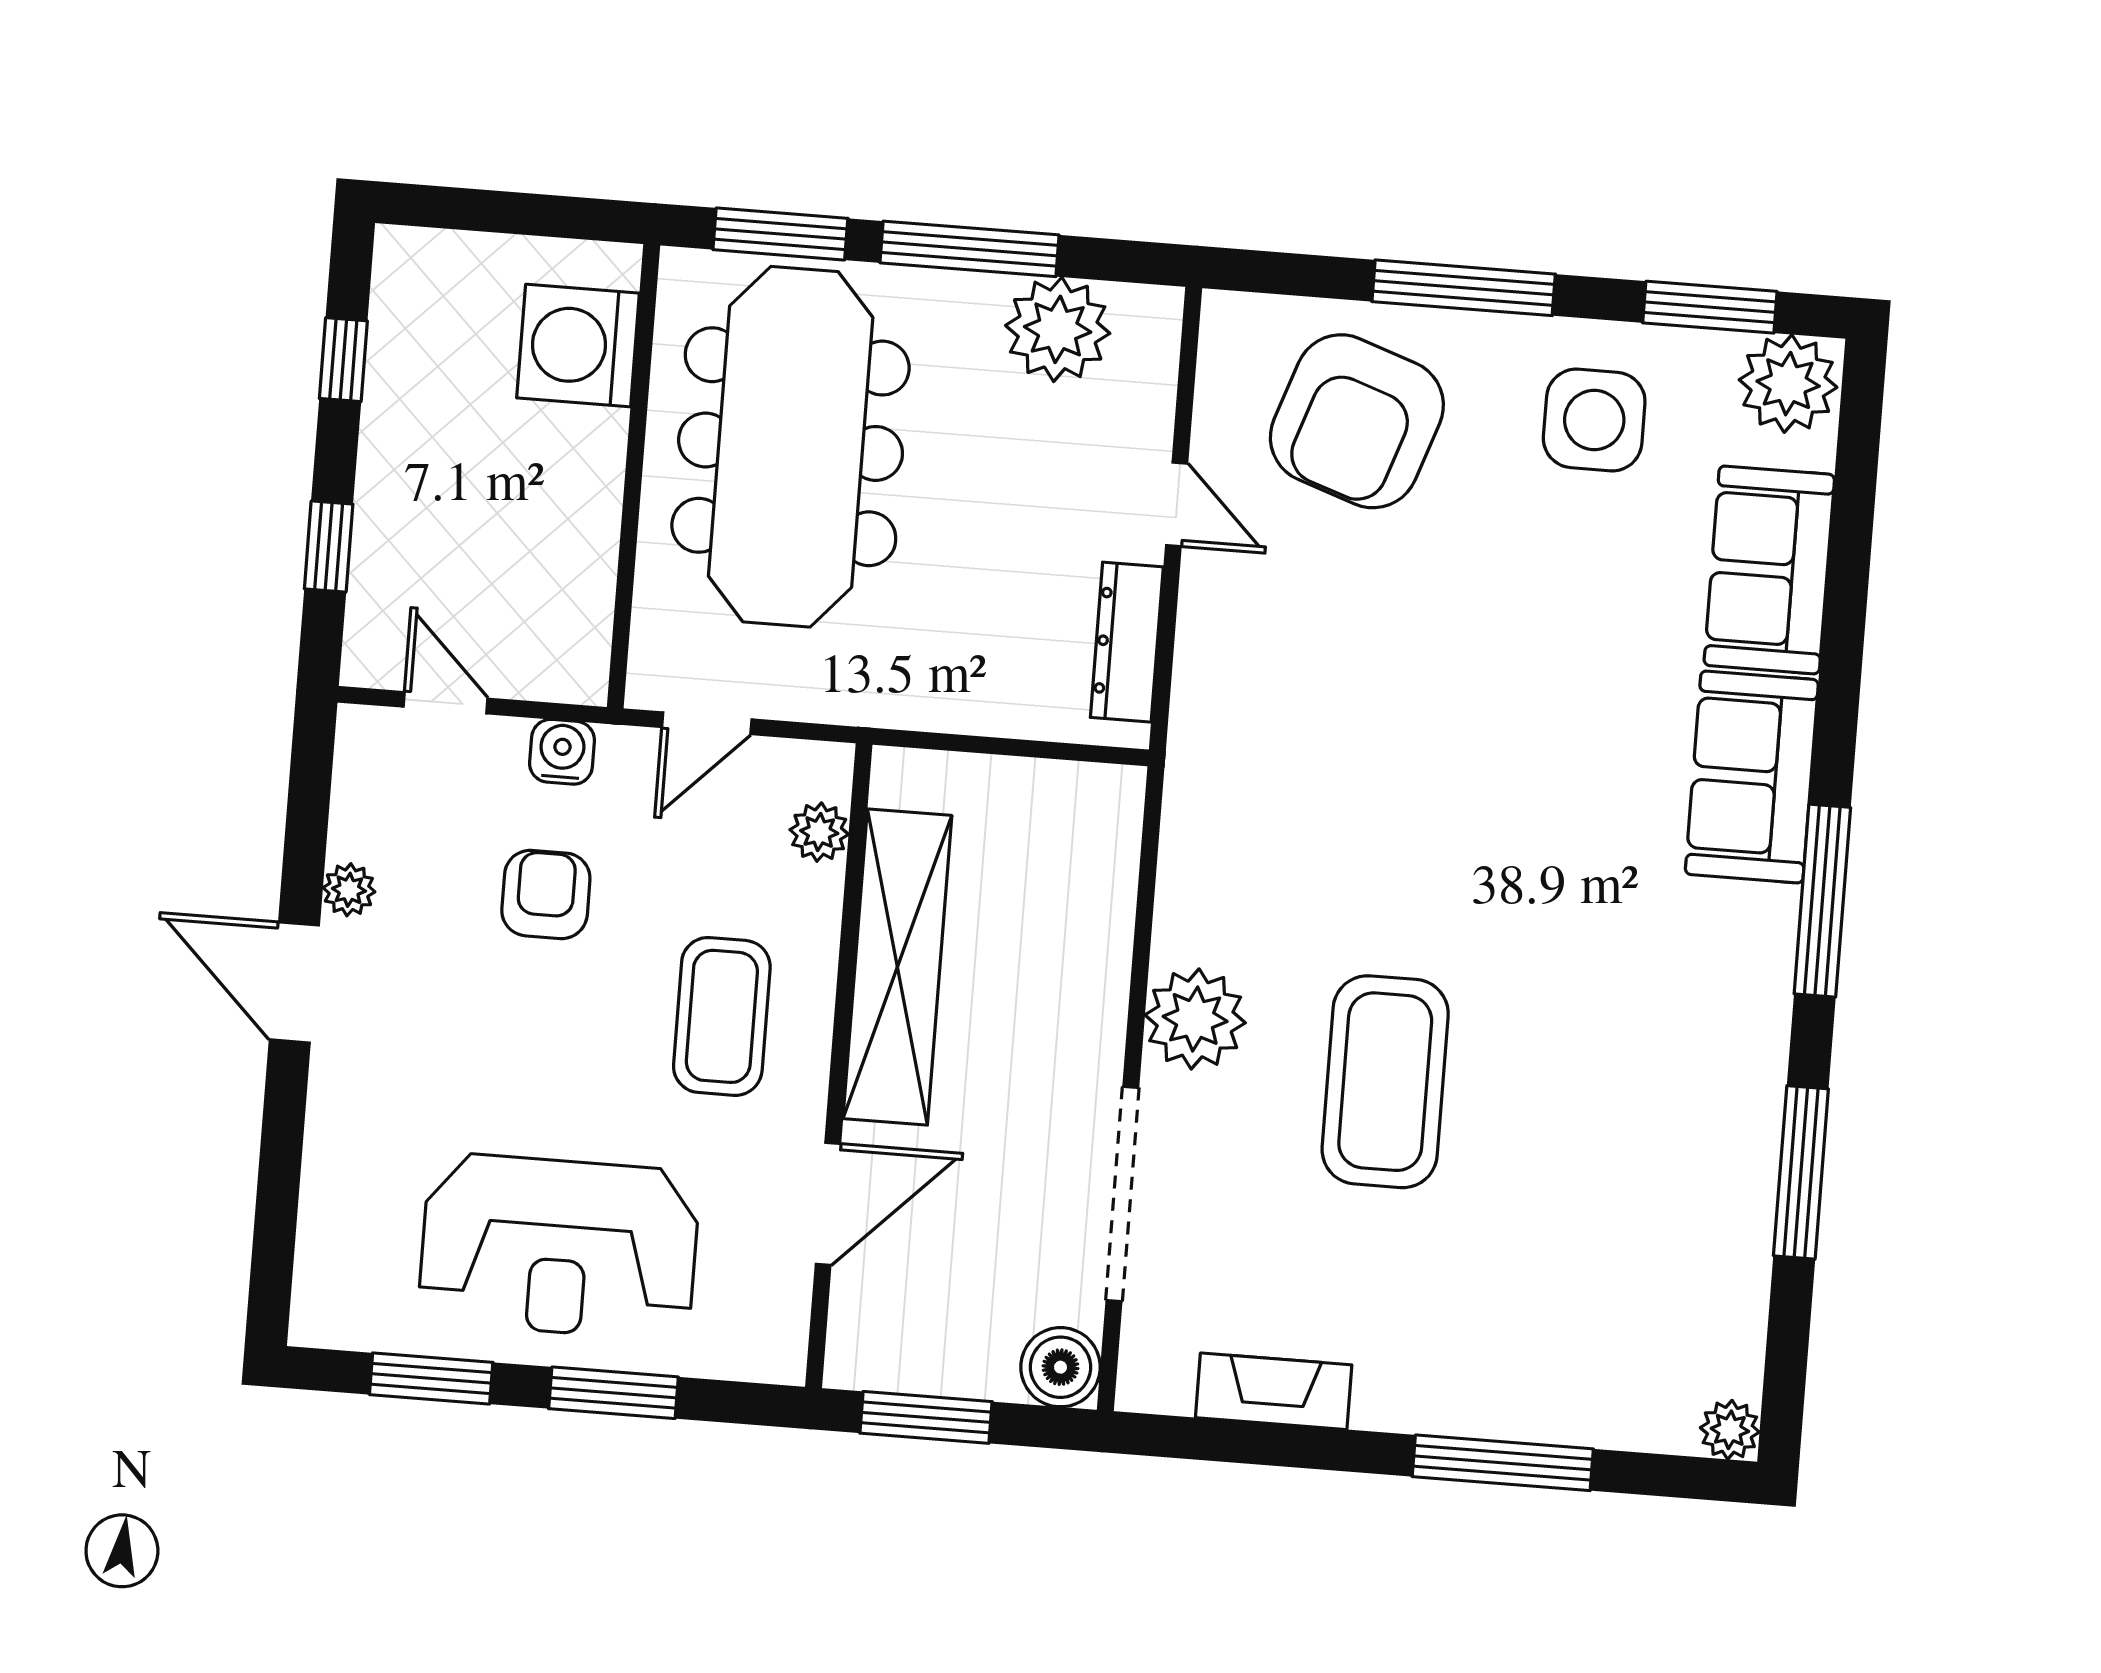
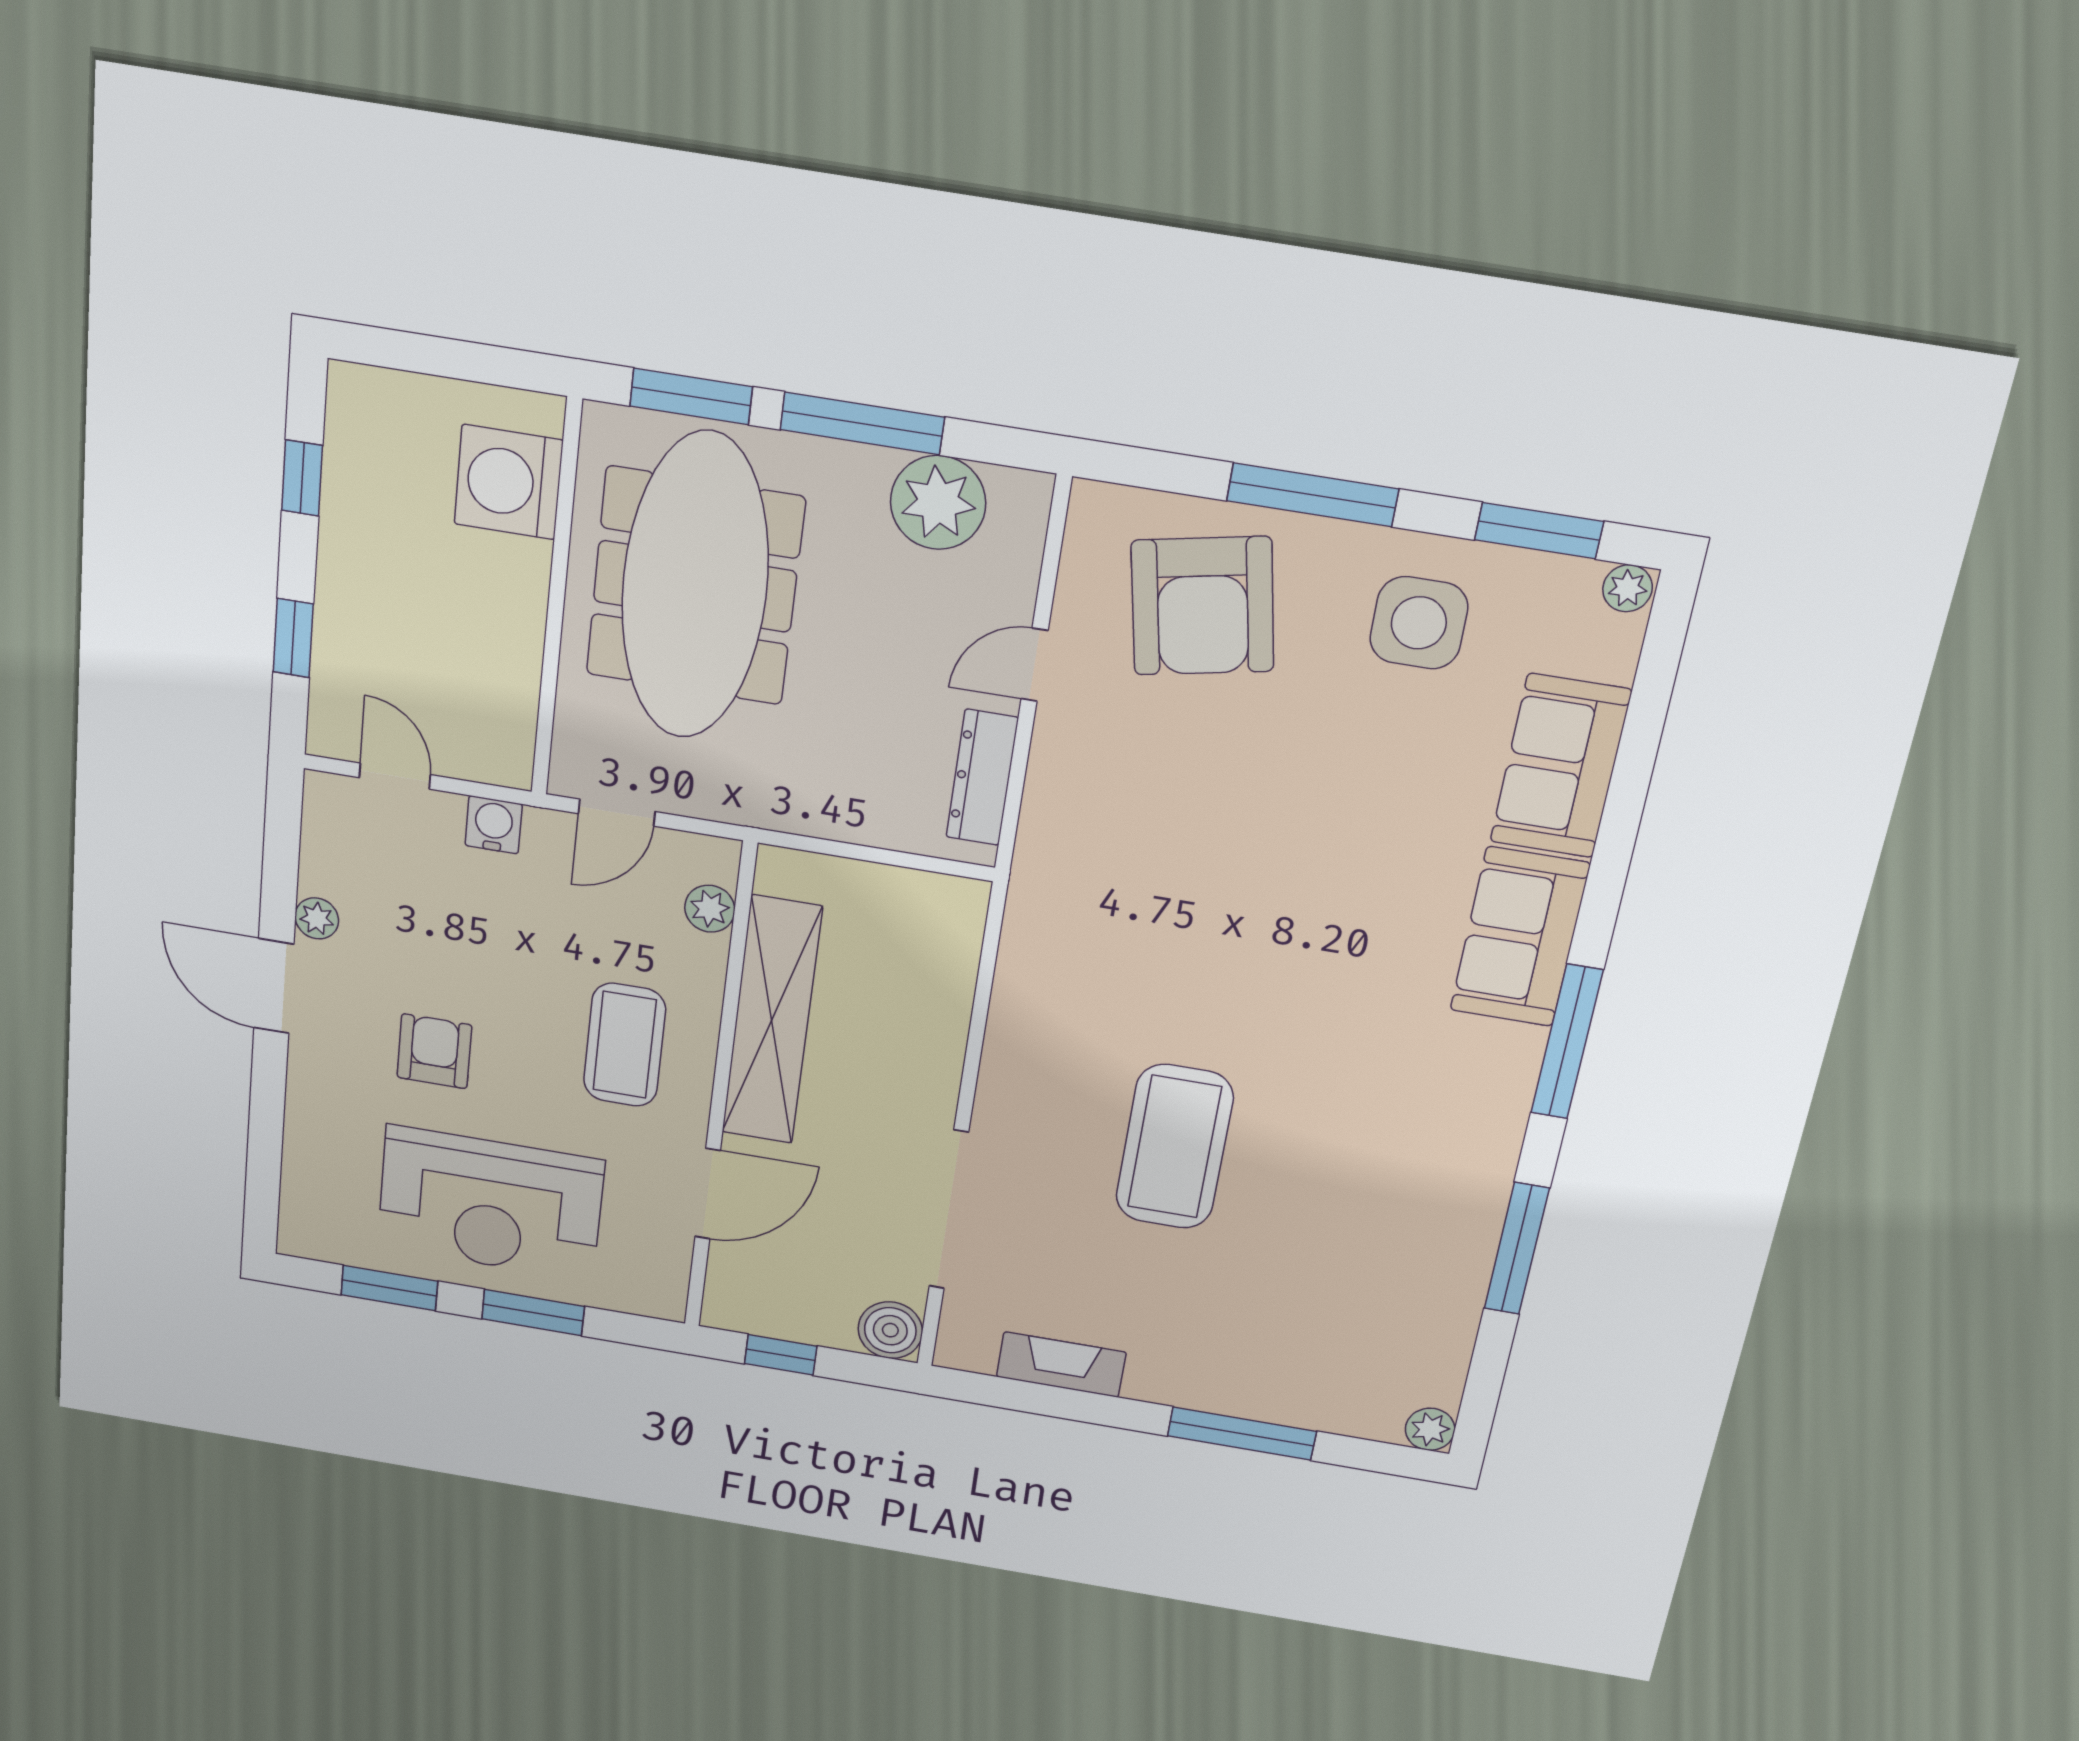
plant: (1788, 384) -> (1628, 588), width x0.53, depth x0.53
armchair: (1357, 421) -> (1203, 606), turned -30
door: (1177, 504) -> (1034, 665), swing flipped
armchair: (546, 894) -> (434, 1051), moved
plant: (1195, 1019) -> (1019, 1084), removed
window: (926, 1417) -> (781, 1355), width x0.67

